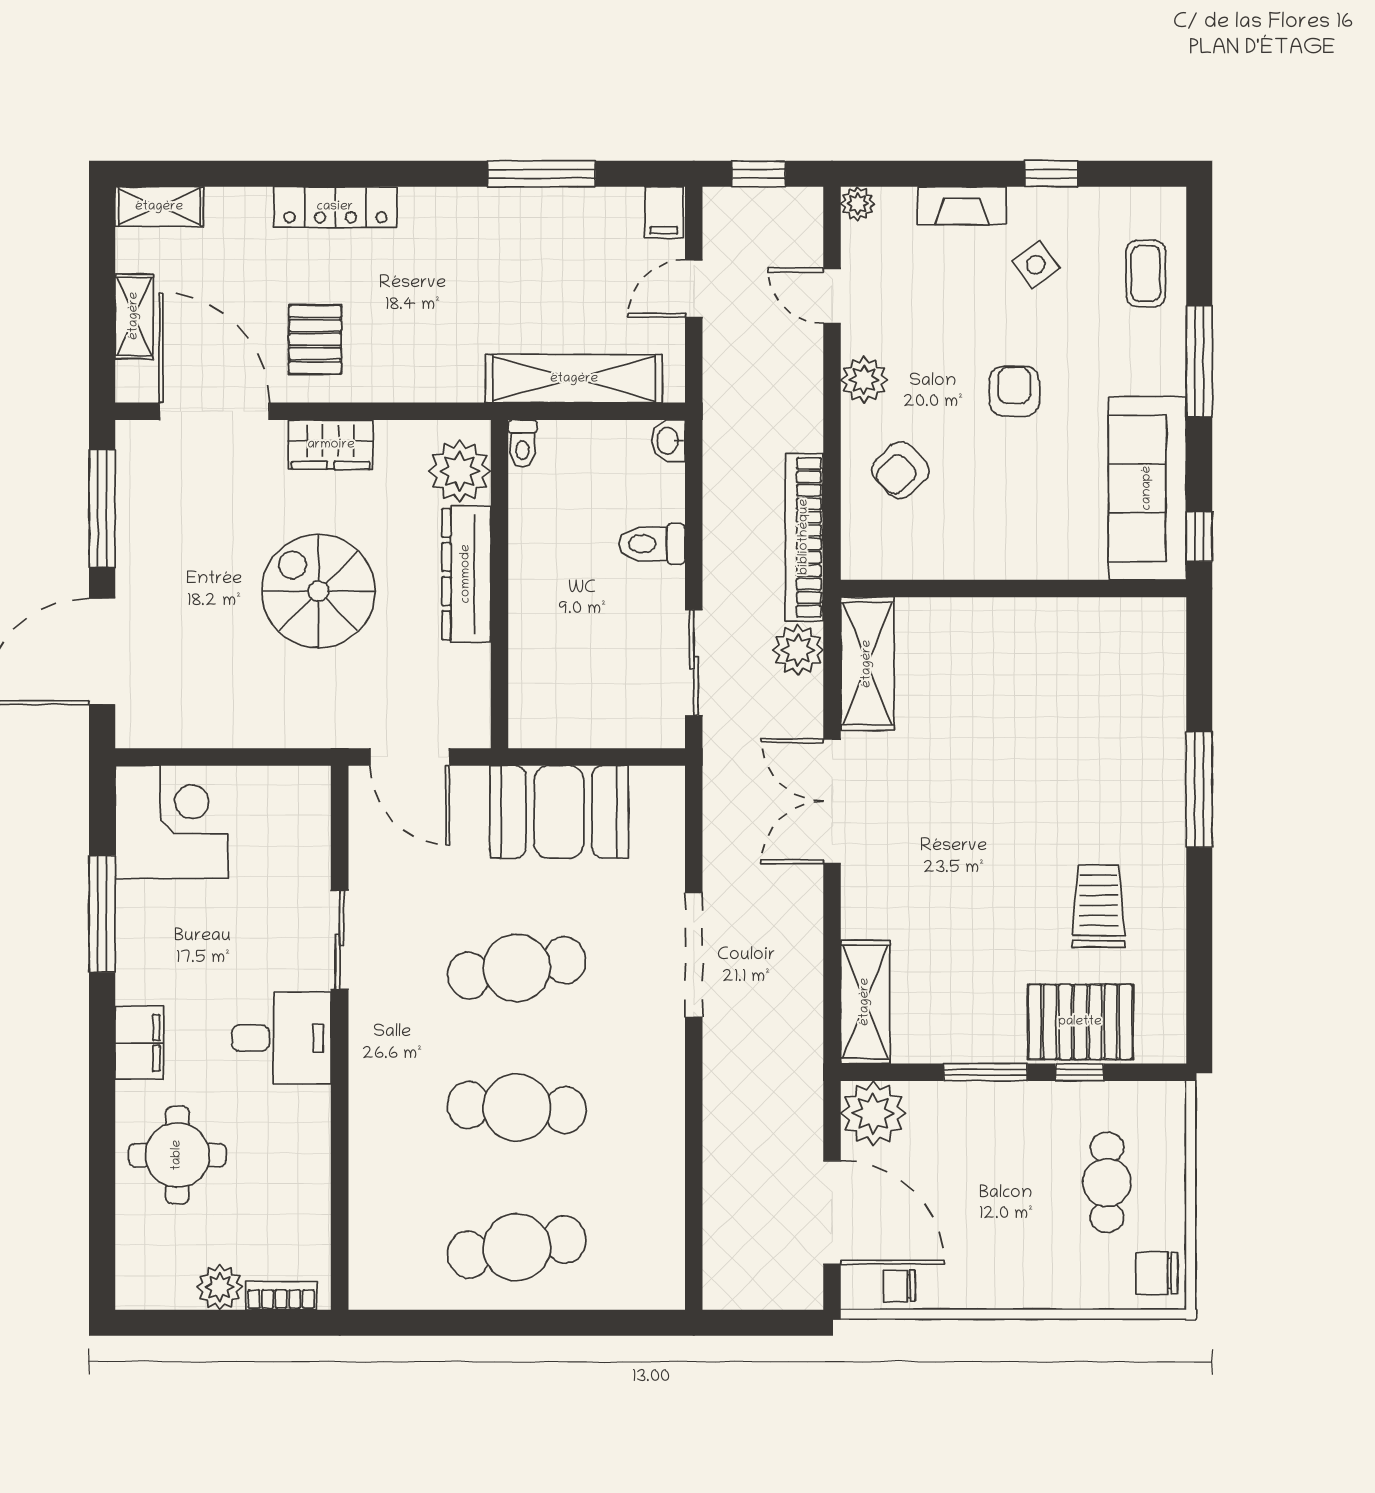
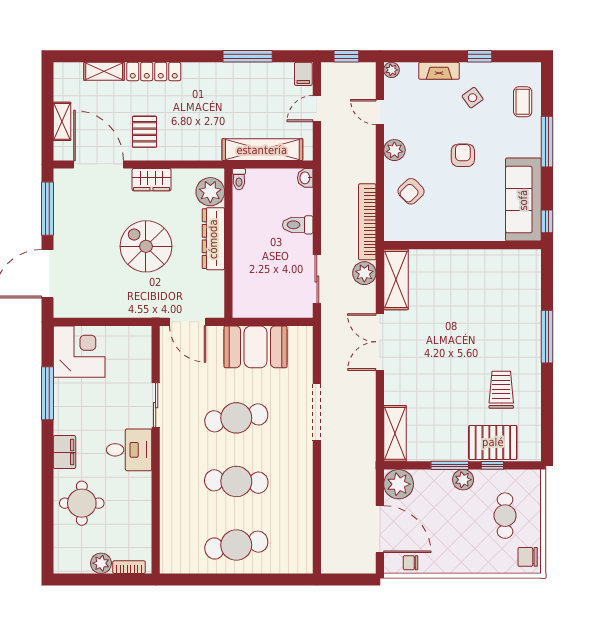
shelving: (159, 207) -> (104, 71), moved
plant: (1015, 1104) -> (463, 480), added

